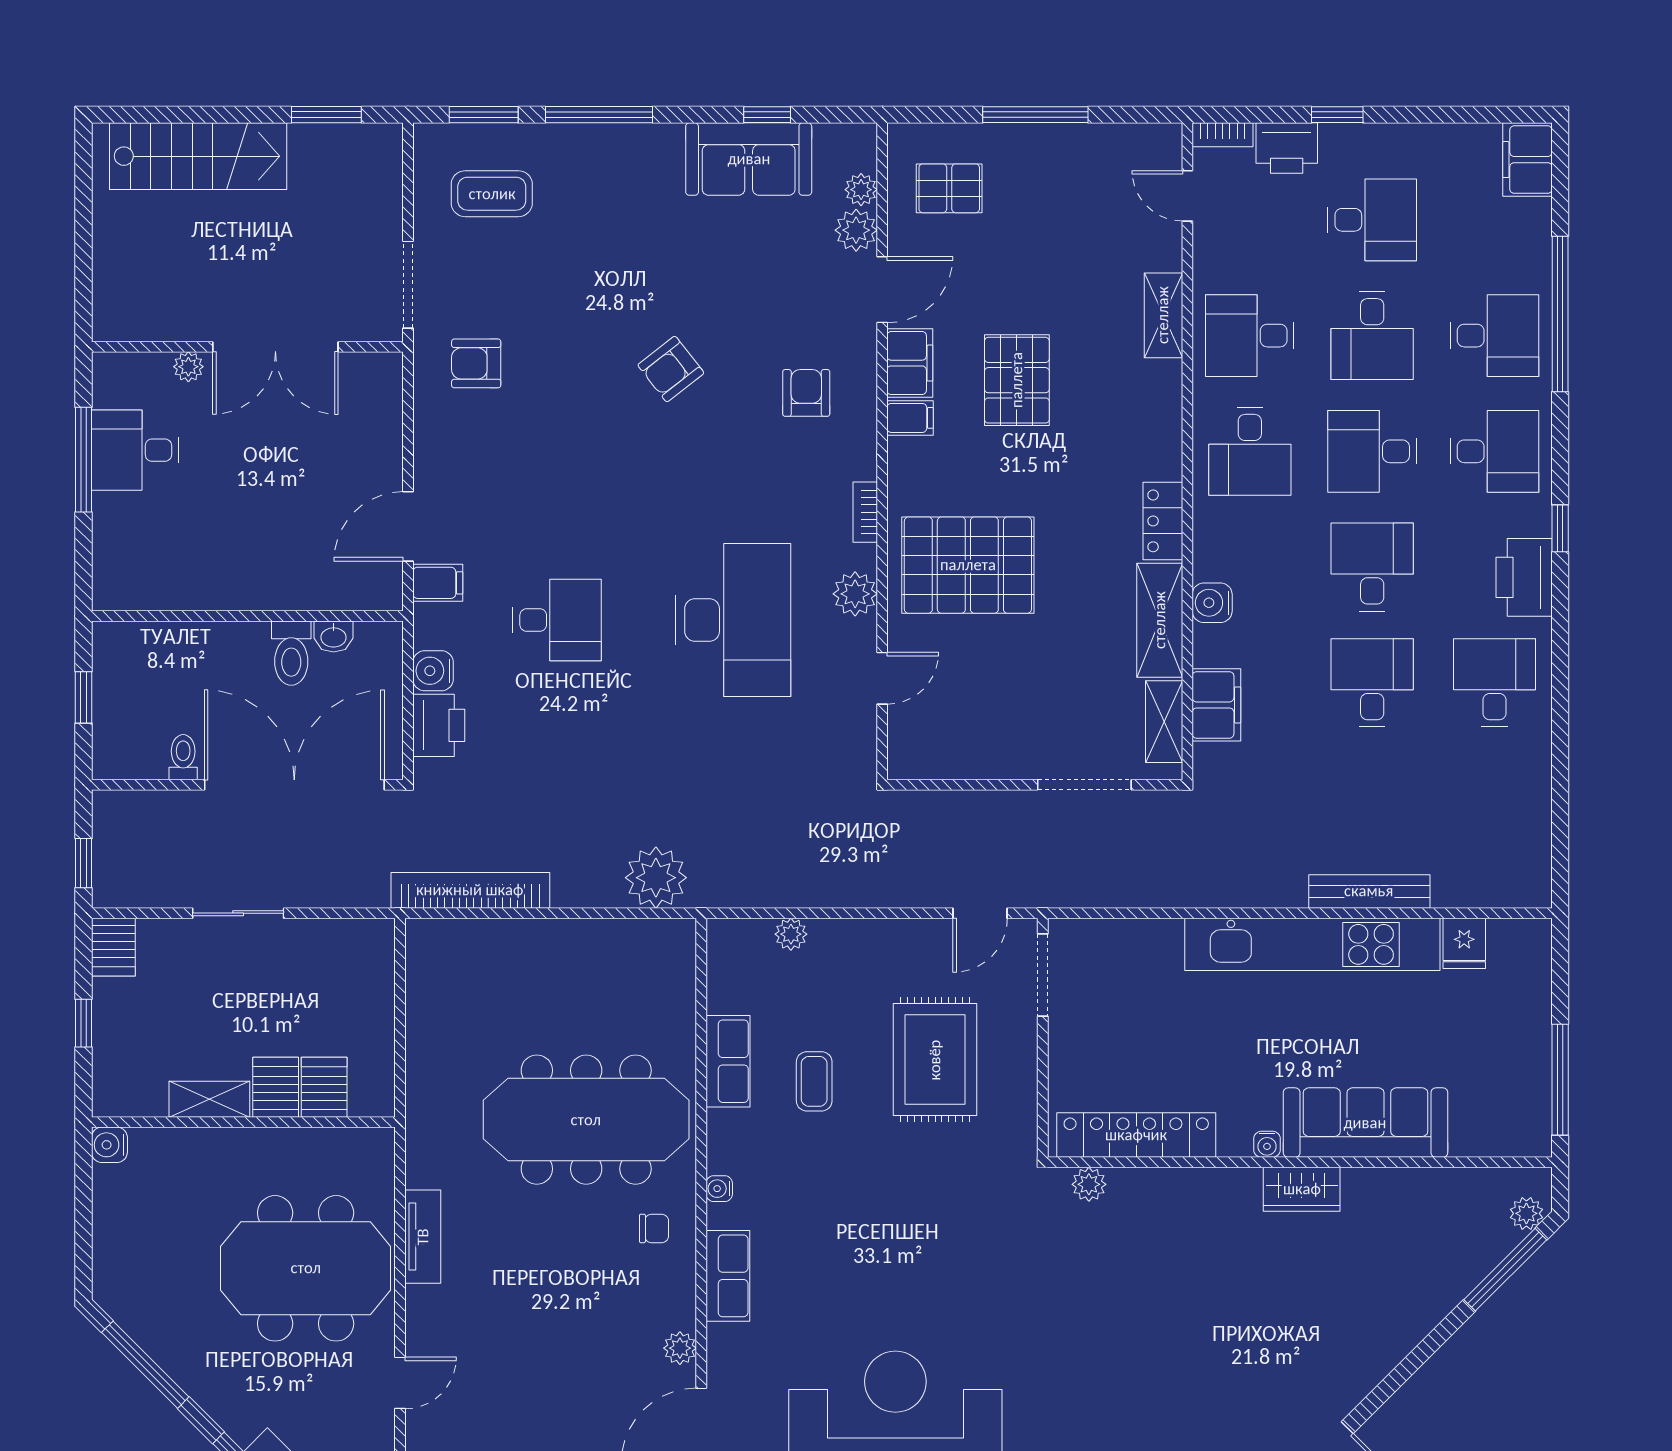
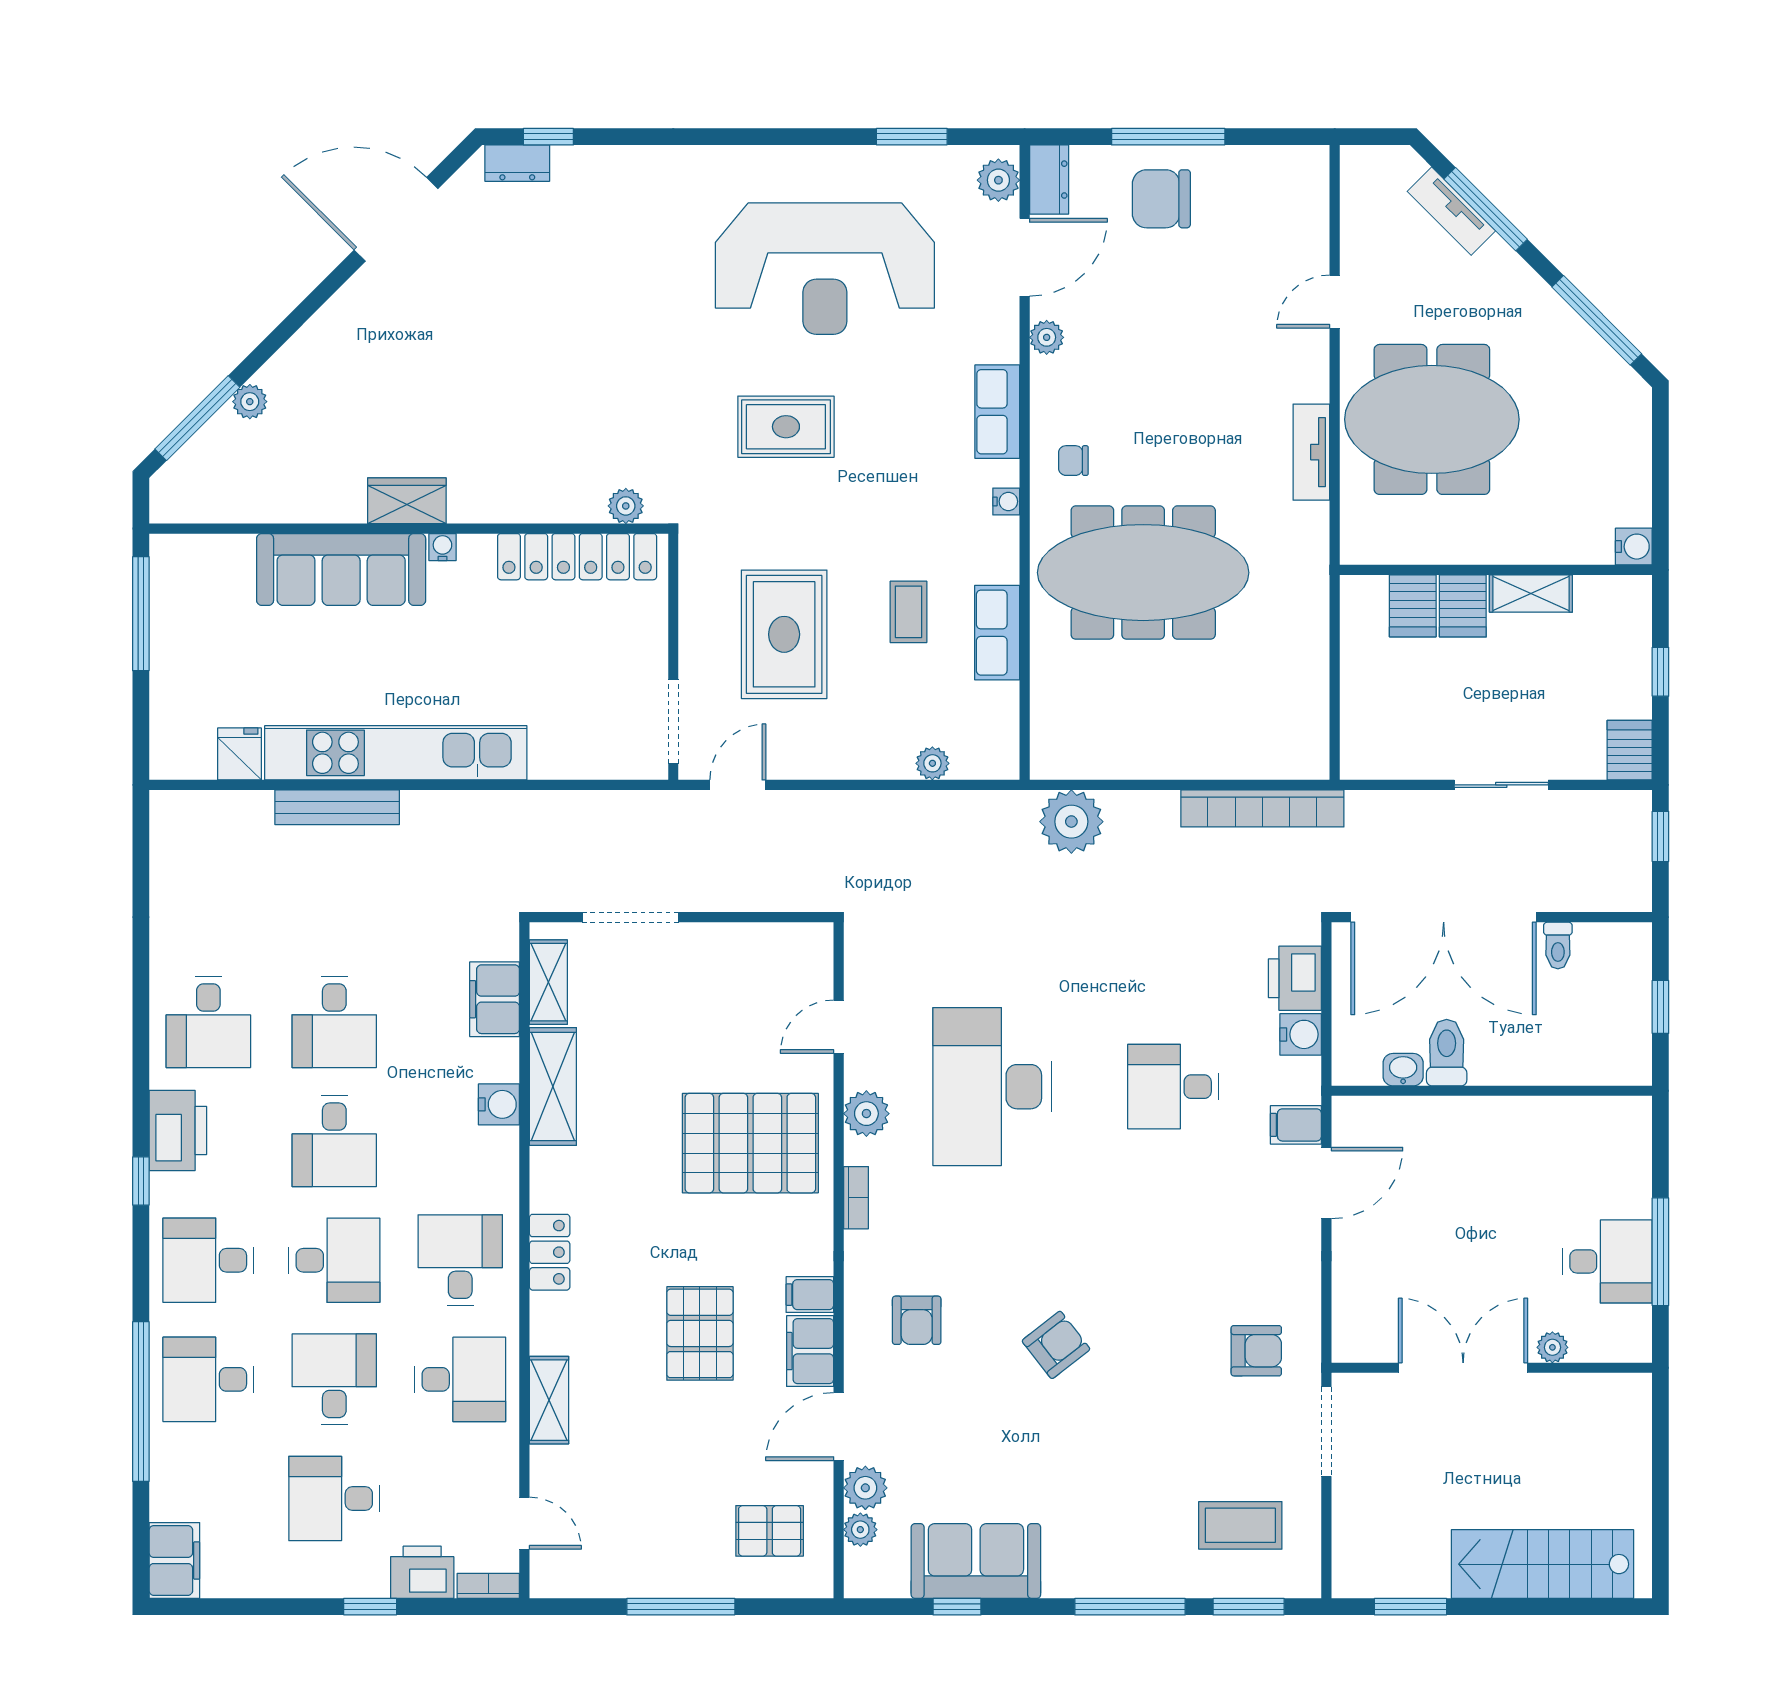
locker: (1163, 521) -> (550, 1252), moved
plant: (1526, 1213) -> (250, 402), moved
rug: (933, 1261) -> (786, 427), added

